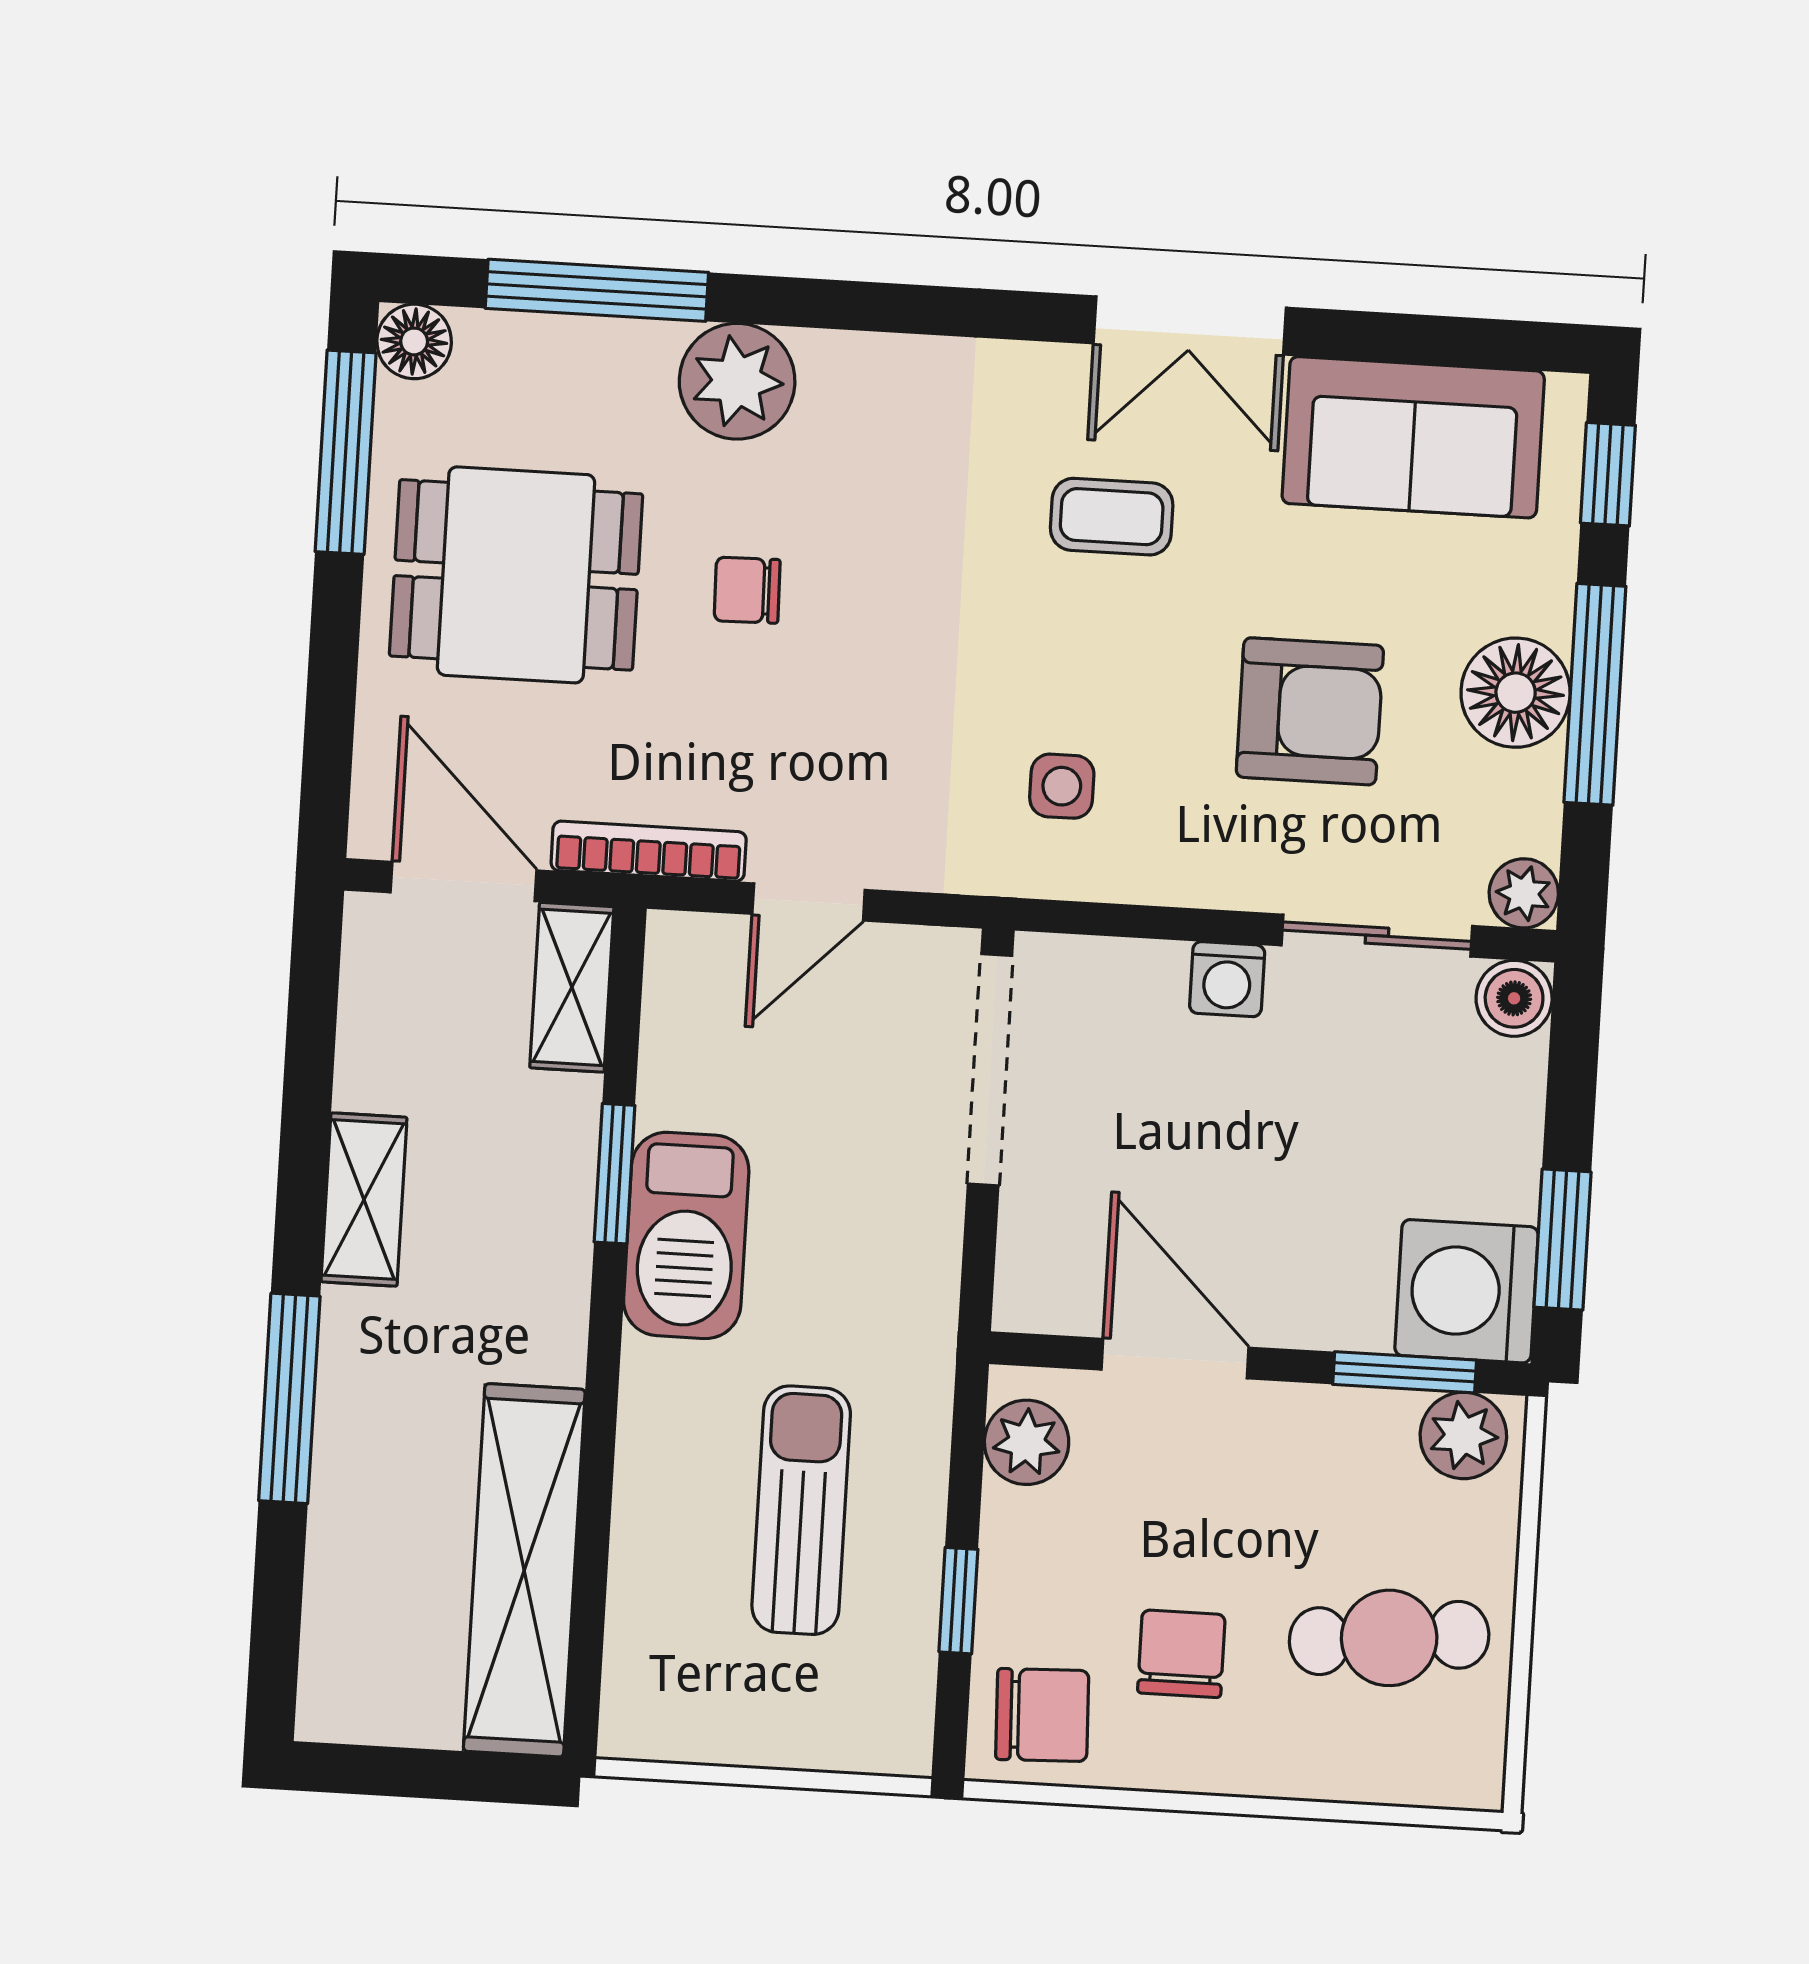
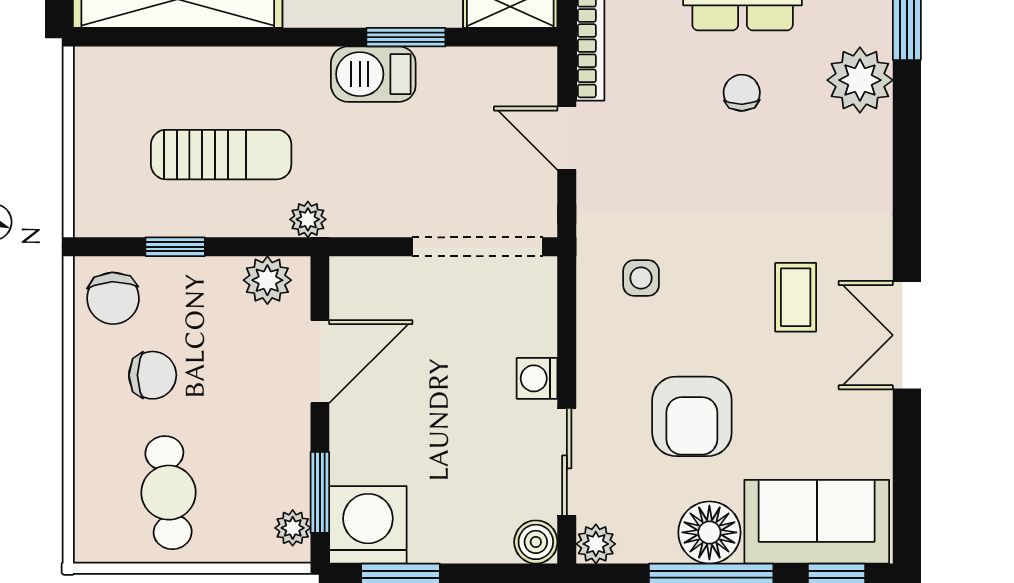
sofa: (1413, 437) -> (817, 522), moved, turned 90
barbecue: (686, 1235) -> (373, 74), width x0.73, depth x0.83
plant: (924, 1365) -> (308, 219), added
plant: (1463, 1435) -> (293, 528), width x0.73, depth x0.73

